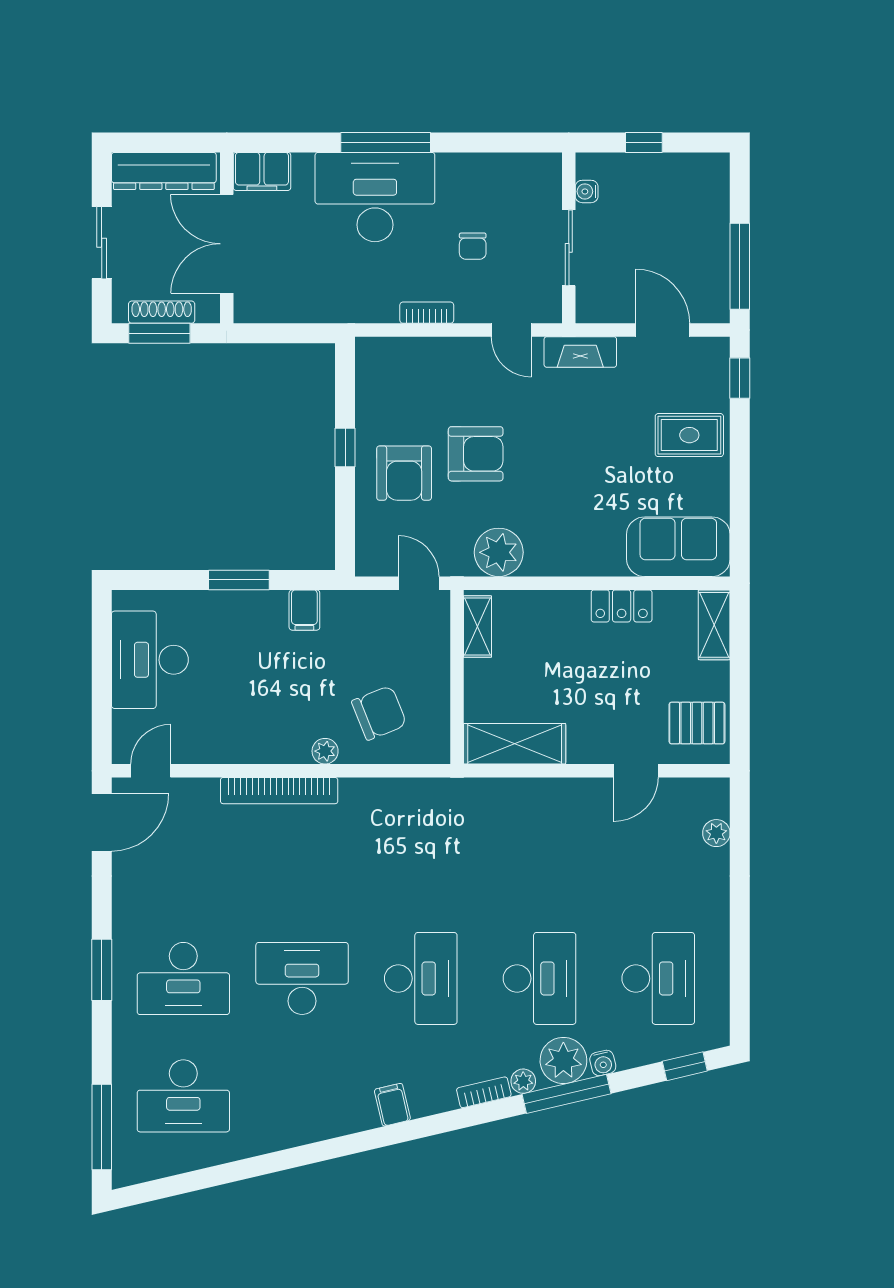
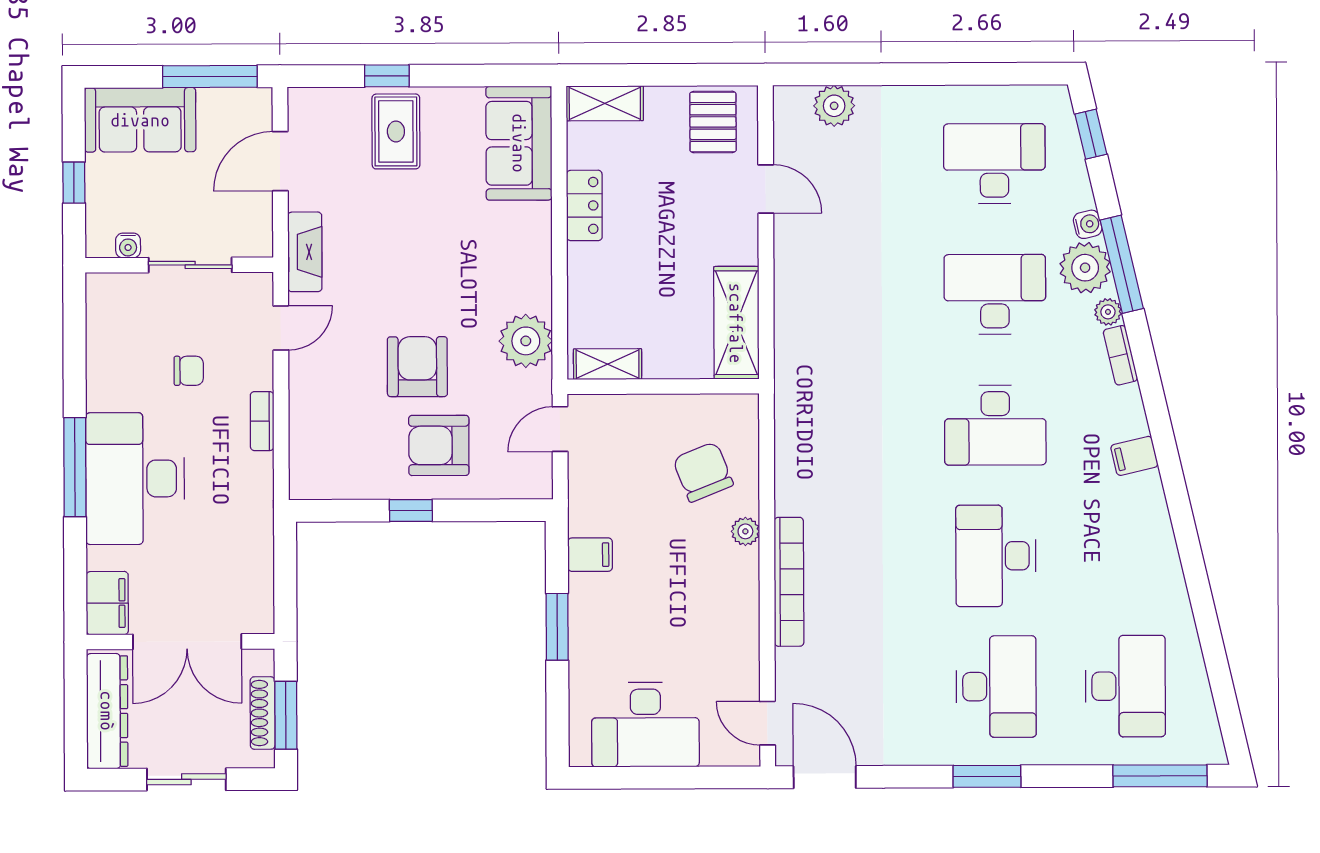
sofa: (701, 203) -> (140, 120), added
window: (740, 378) -> (387, 76), moved
armchair: (404, 473) -> (439, 445), turned 180
plant: (716, 833) -> (834, 106), width x1.38, depth x1.38
desk: (421, 978) -> (995, 425), turned 180

